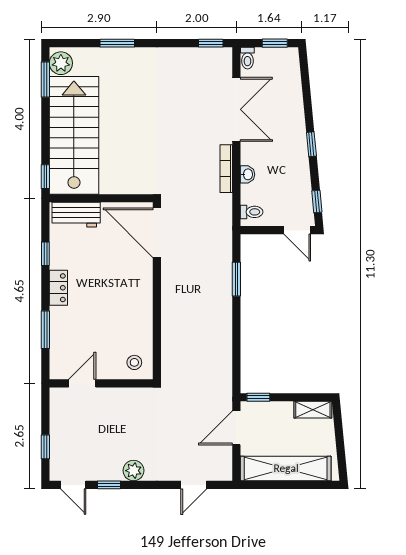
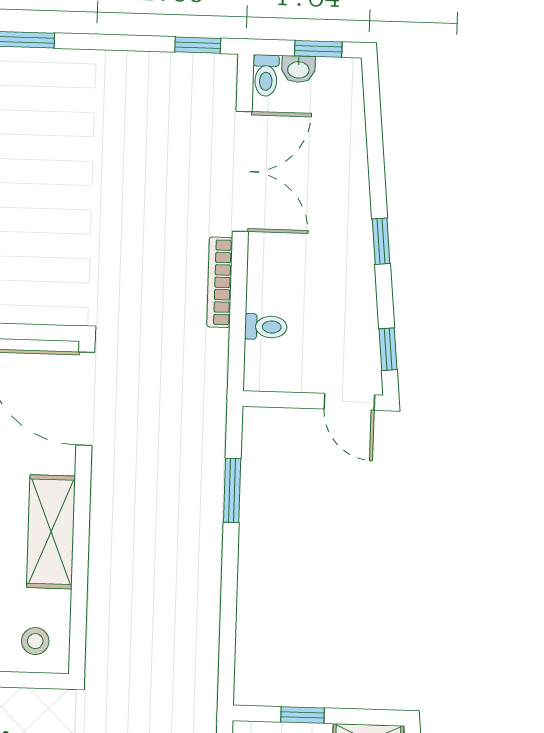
washbasin: (248, 174) -> (298, 69), moved, turned 90
toilet: (252, 212) -> (266, 327), moved
shelving: (141, 304) -> (51, 532), added
window: (258, 397) -> (302, 715), moved

